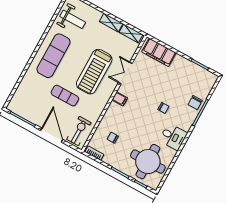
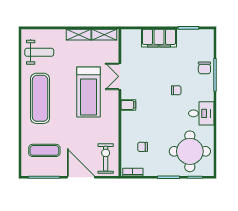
filing cabinet: (159, 52) -> (159, 38), moved
exercise mat: (65, 96) -> (44, 150), moved

